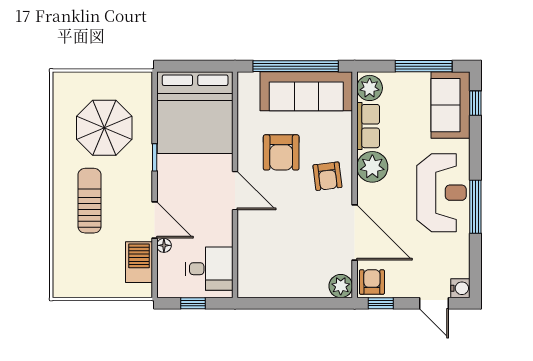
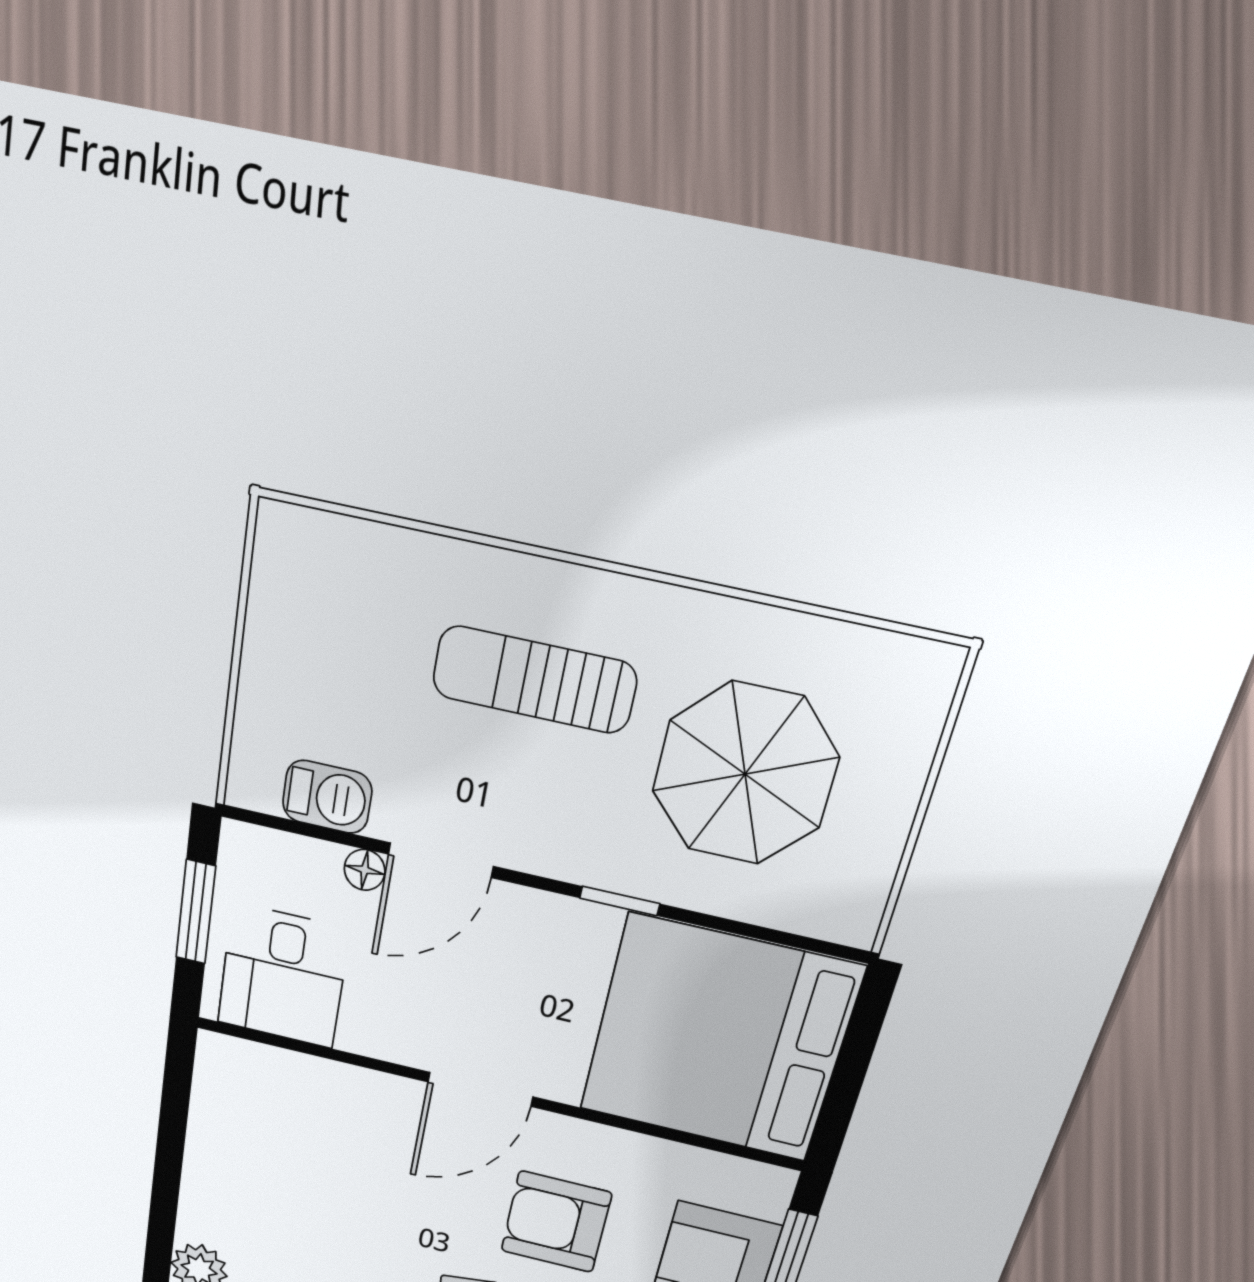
sun lounger: (89, 201) -> (534, 680), turned 180
barbecue: (139, 262) -> (327, 797), width x0.73, depth x0.79
window: (193, 303) -> (196, 912), width x1.50

